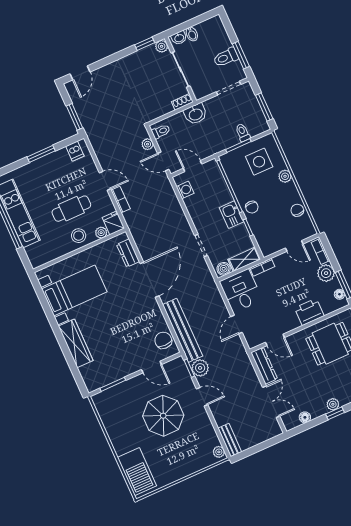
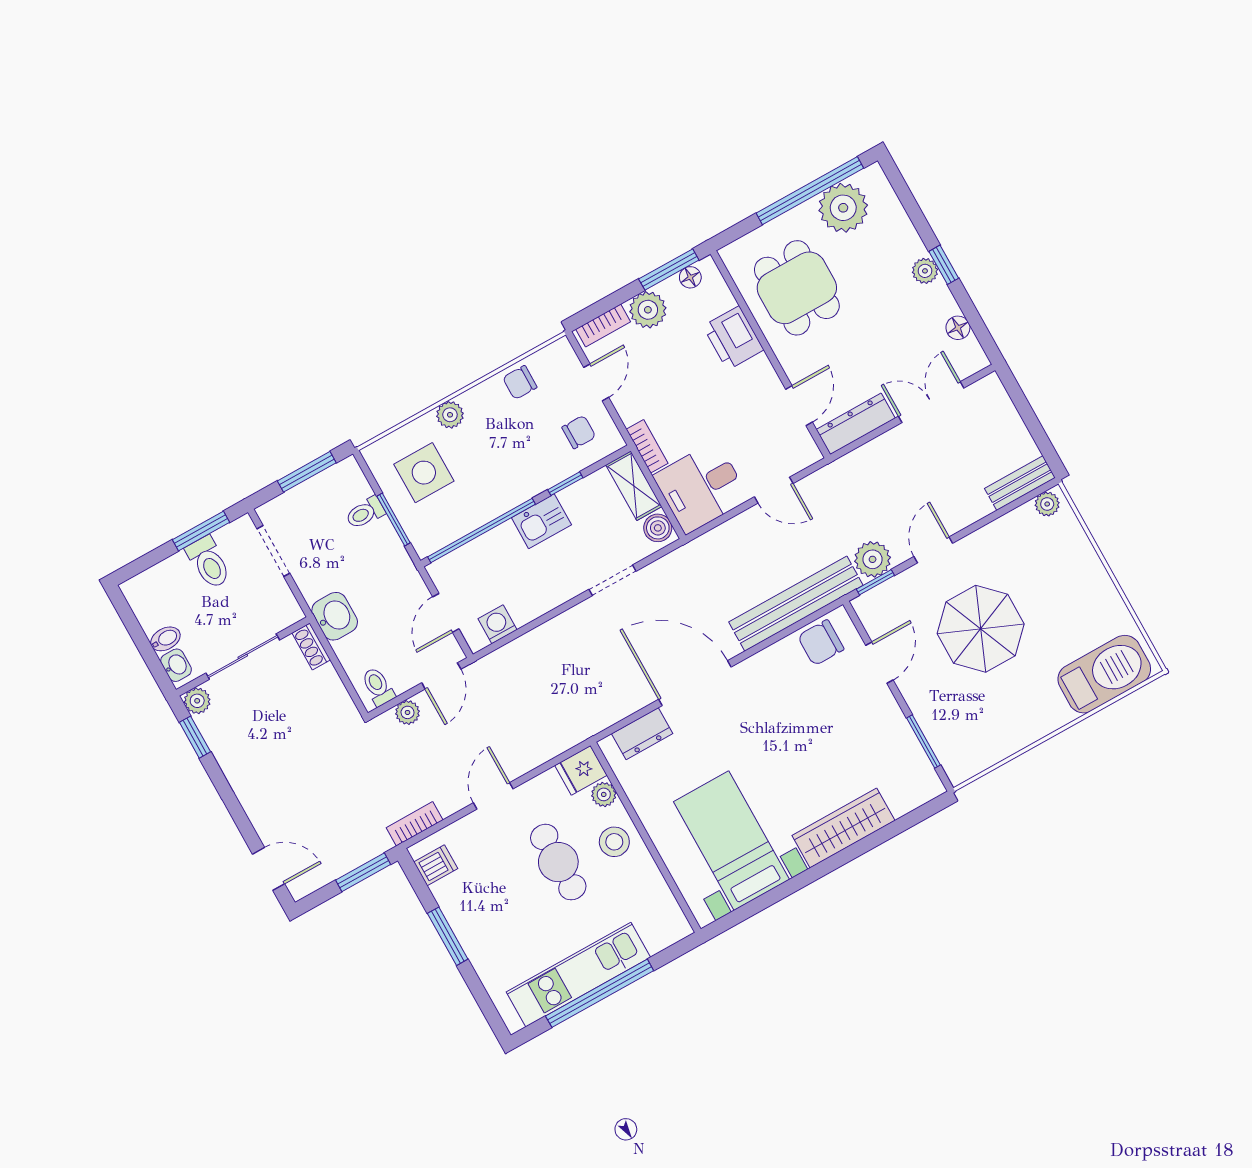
bookcase: (121, 199) -> (415, 824), moved
chair: (252, 207) -> (579, 432), moved

